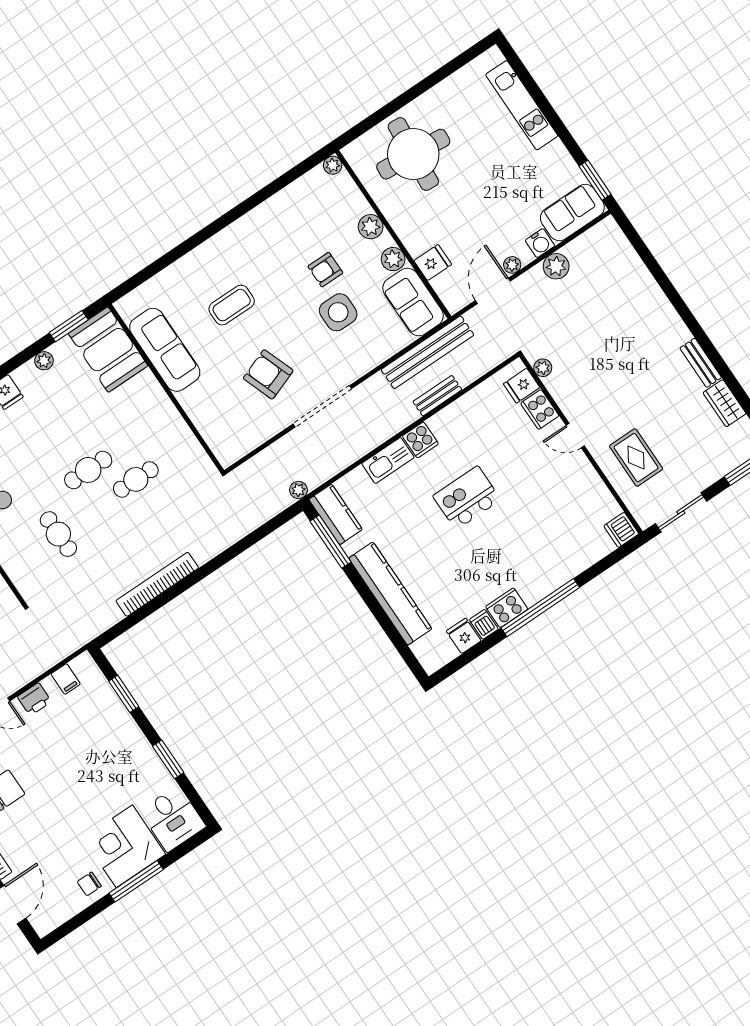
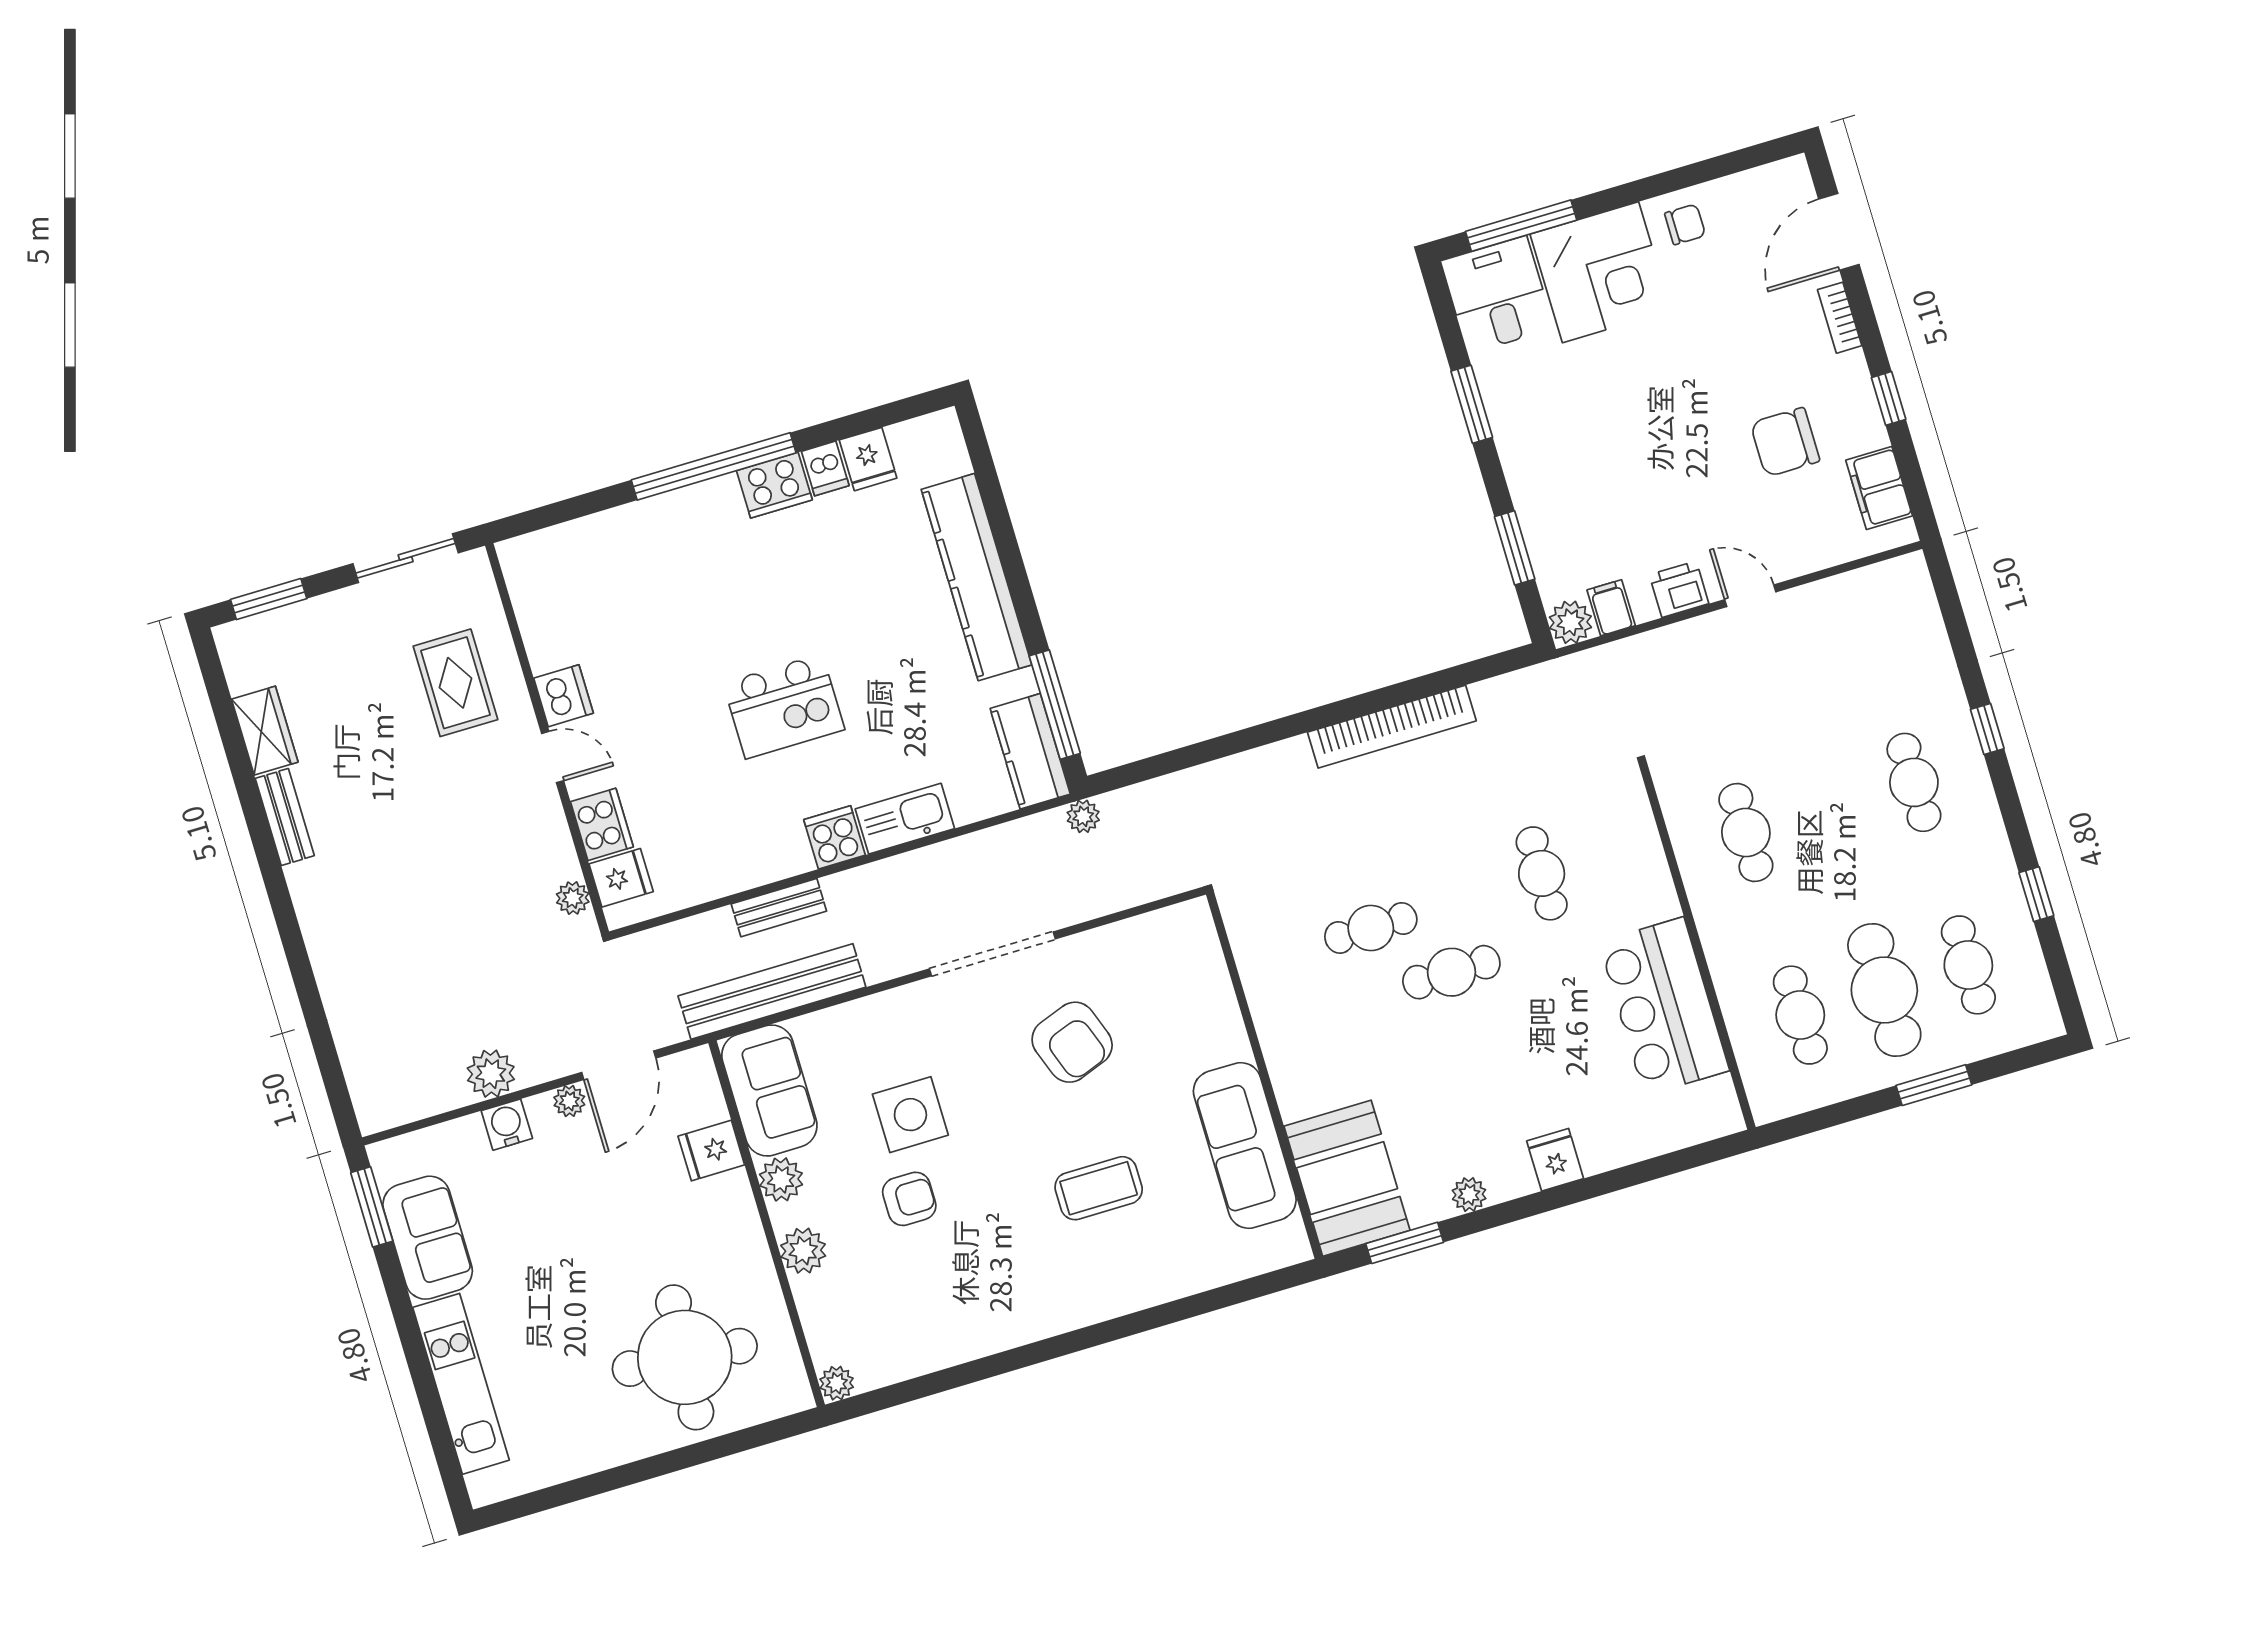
sofa: (572, 213) -> (428, 1238), moved, turned -90
dishwasher: (621, 530) -> (563, 696), moved
plant: (84, 665) -> (1570, 622), added
window: (136, 881) -> (1521, 226), moved

